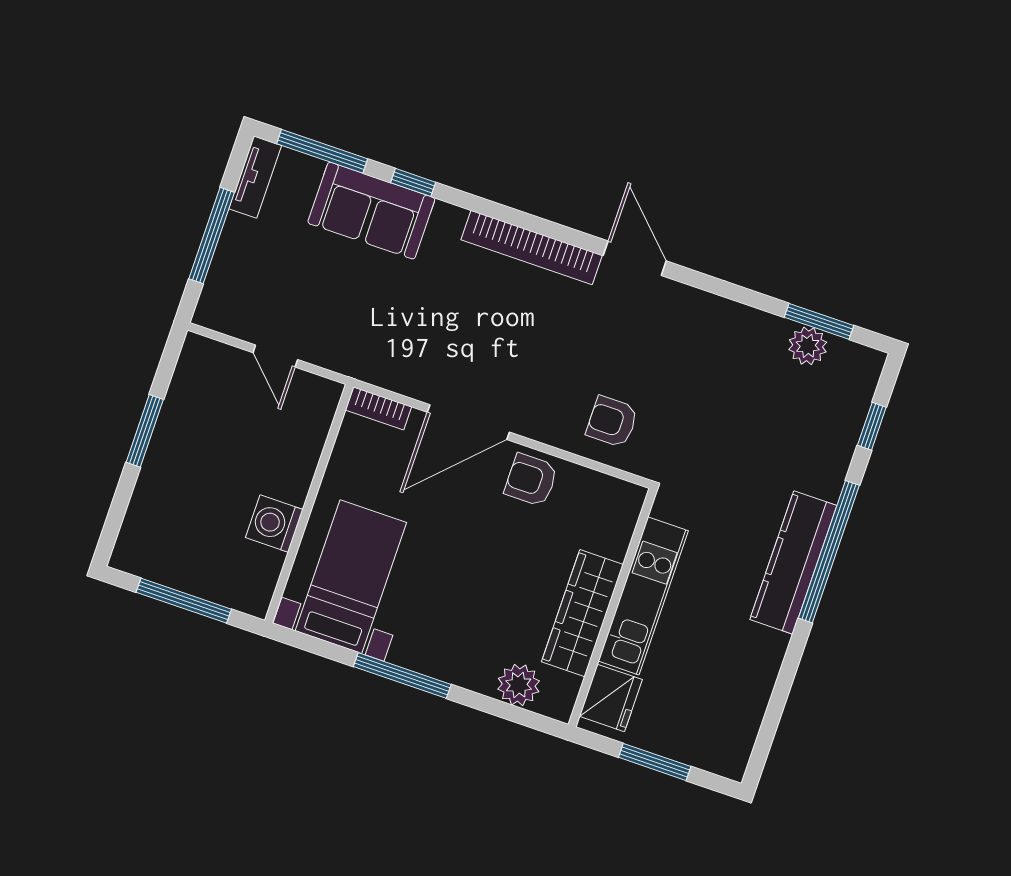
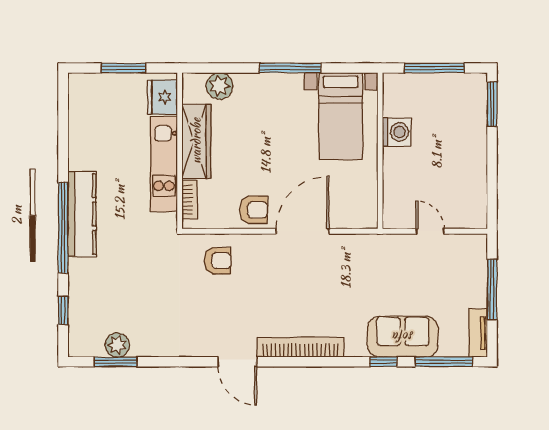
bookcase: (378, 408) -> (190, 200), moved, turned 90
window: (145, 431) -> (492, 104), moved

